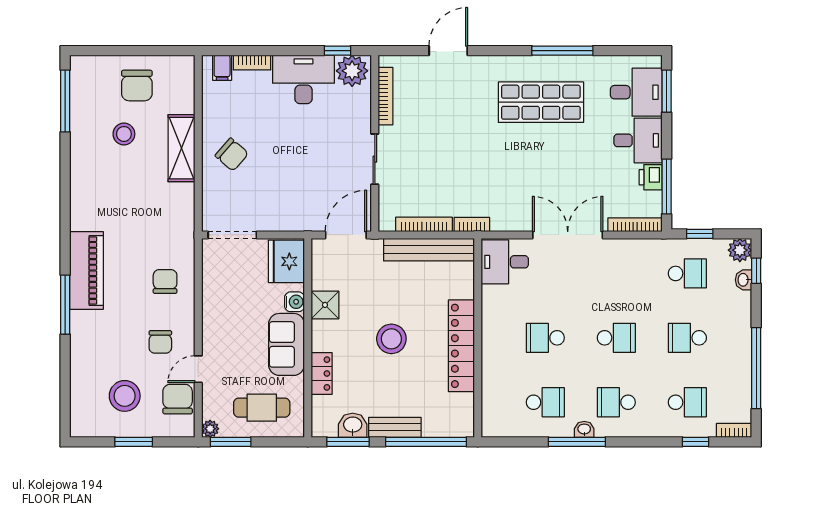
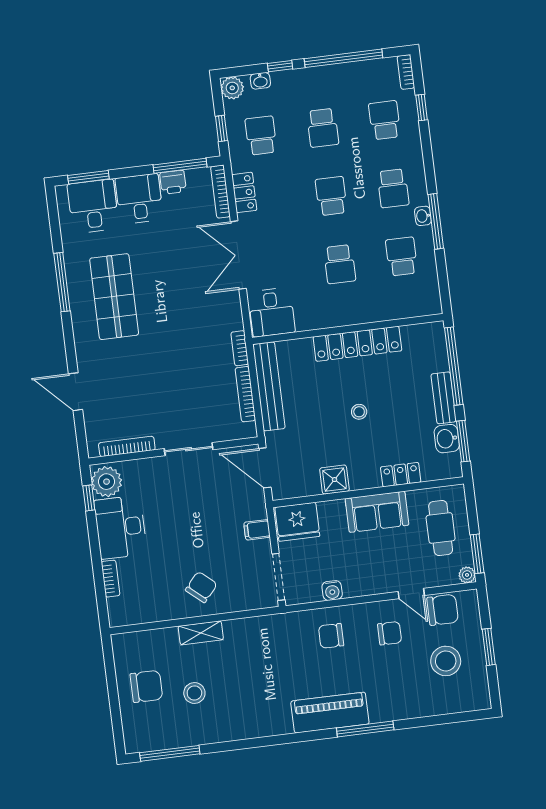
filing cabinet: (222, 68) -> (257, 530), moved, turned 180
shelving: (181, 148) -> (201, 633), width x0.67, depth x0.75
locker: (631, 249) -> (244, 192), added
window: (756, 271) -> (280, 66), moved
water cooler: (295, 302) -> (332, 591), moved, turned 180
stool: (391, 339) -> (359, 412), width x0.53, depth x0.53
chair: (178, 399) -> (443, 610), turned 180

